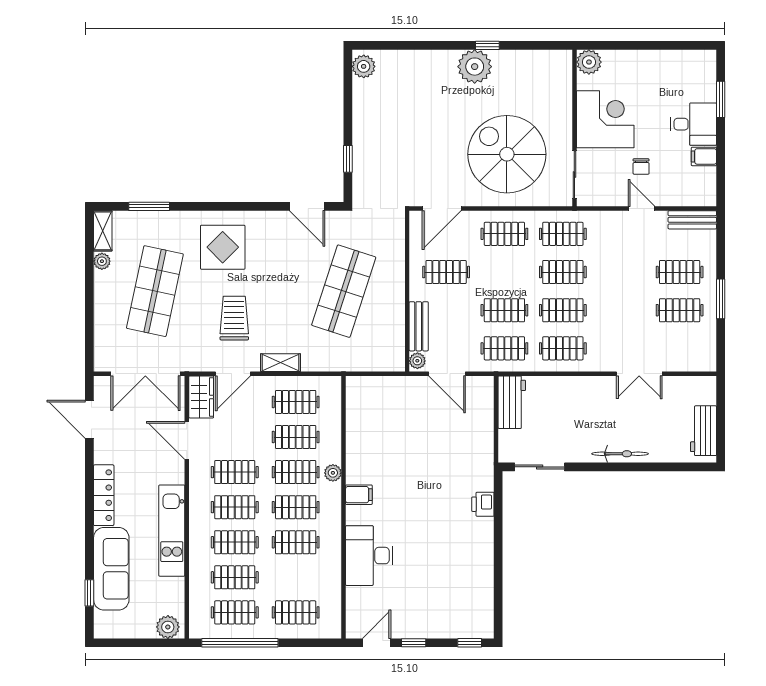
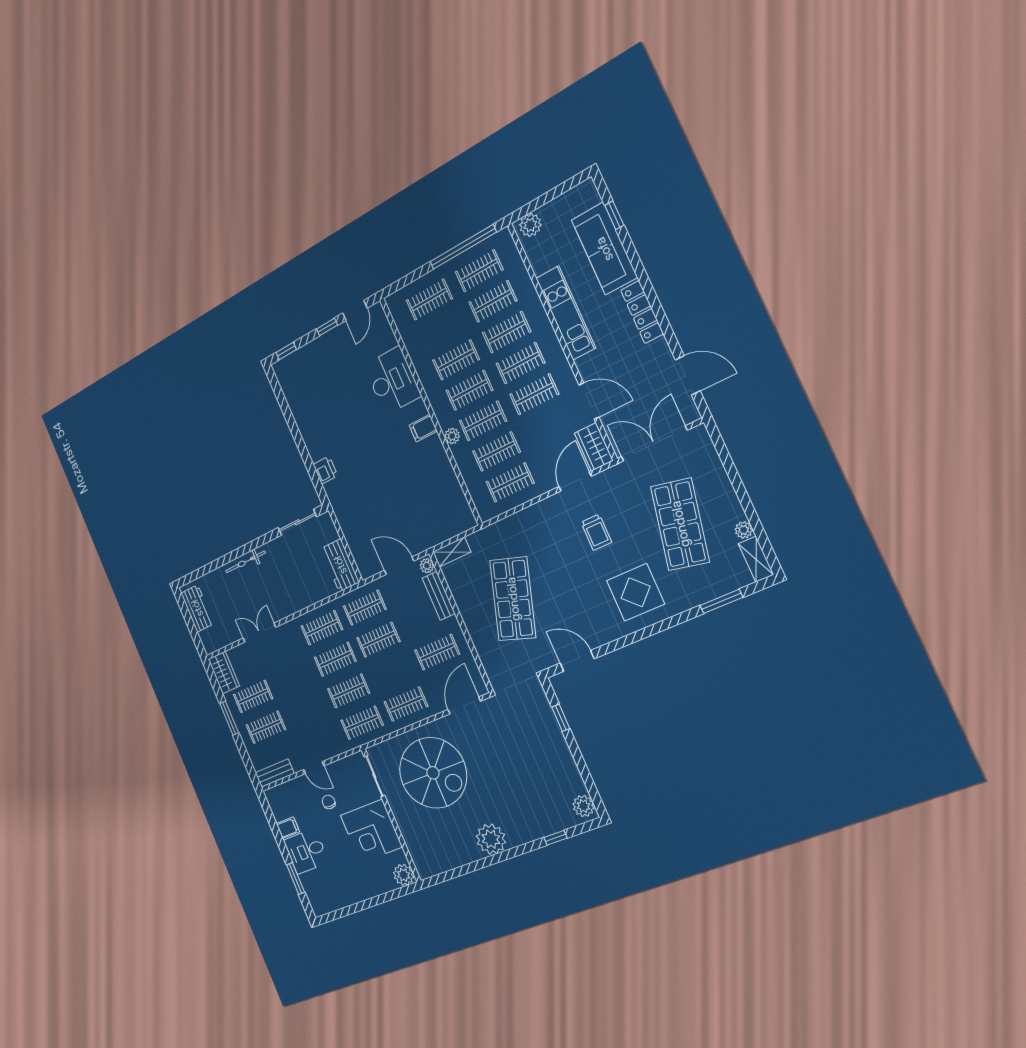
window: (487, 45) -> (555, 838), moved
trolley: (234, 318) -> (596, 532), width x0.73, depth x0.72
wardrobe: (704, 350) -> (224, 673), added
shelving: (281, 363) -> (452, 552), moved

